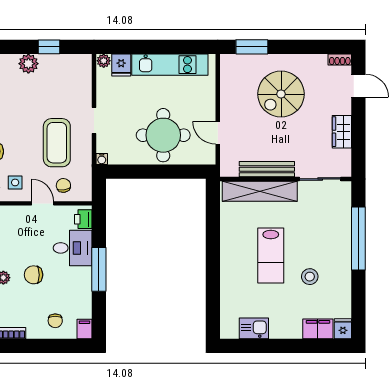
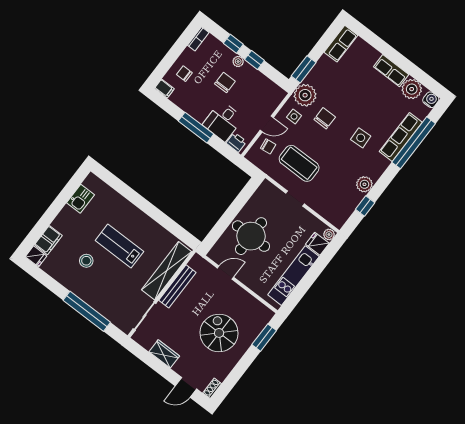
water cooler: (102, 159) -> (266, 184), removed

